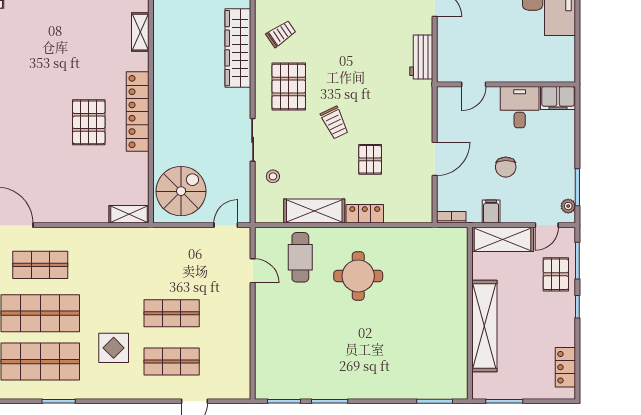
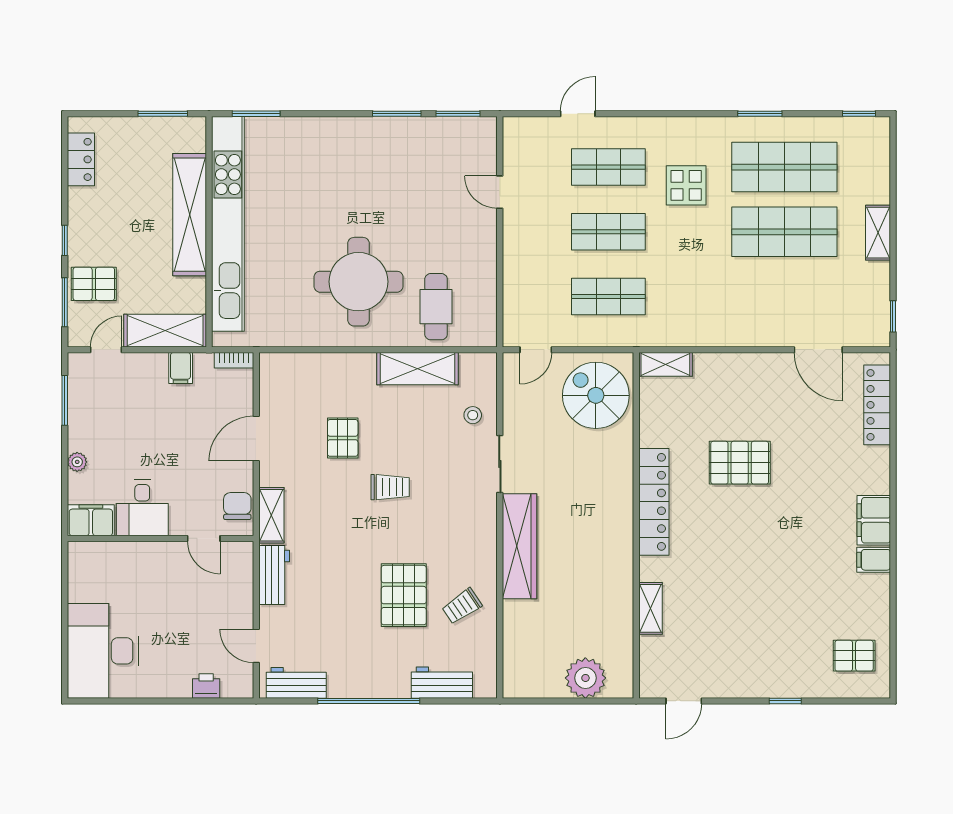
wardrobe: (238, 48) -> (520, 546), moved
door: (474, 84) -> (204, 538), swing flipped
pallet: (289, 86) -> (404, 595), moved
shelving: (423, 102) -> (271, 515), added
pallet: (89, 122) -> (740, 463), moved, turned 90
trolley: (335, 123) -> (390, 487), turned 116
chair: (506, 167) -> (237, 506), moved
spiral stairs: (181, 191) -> (596, 395), turned 90
plant: (568, 206) -> (77, 462), moved
locker: (365, 214) -> (350, 365), removed
shop shelf: (40, 265) -> (608, 297), moved
door: (253, 271) -> (500, 192), moved
pallet: (556, 274) -> (94, 284), turned 90
round table: (358, 276) -> (359, 282), width x1.36, depth x1.36
kitchen unit: (456, 319) -> (228, 224), added

